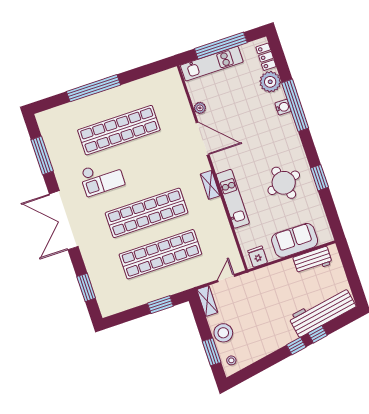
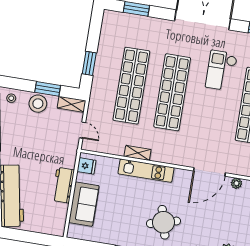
round table: (284, 183) -> (163, 222), moved
shelving: (210, 185) -> (138, 153), moved
workbench: (313, 261) -> (63, 185), moved
window: (212, 352) -> (48, 89), moved

